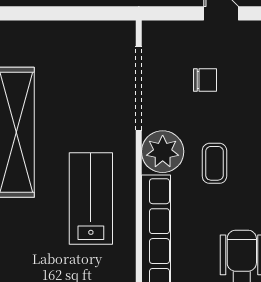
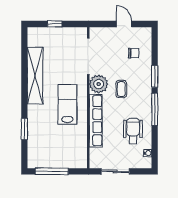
window: (62, 13) -> (55, 24), added
chair: (205, 80) -> (134, 53), moved

